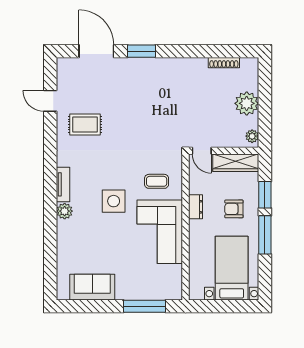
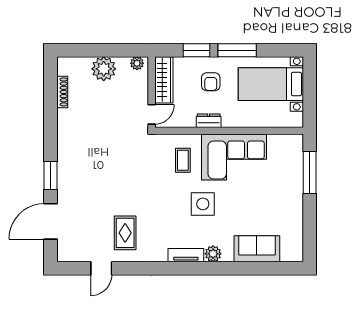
sofa: (92, 287) -> (257, 249), moved, turned 90

